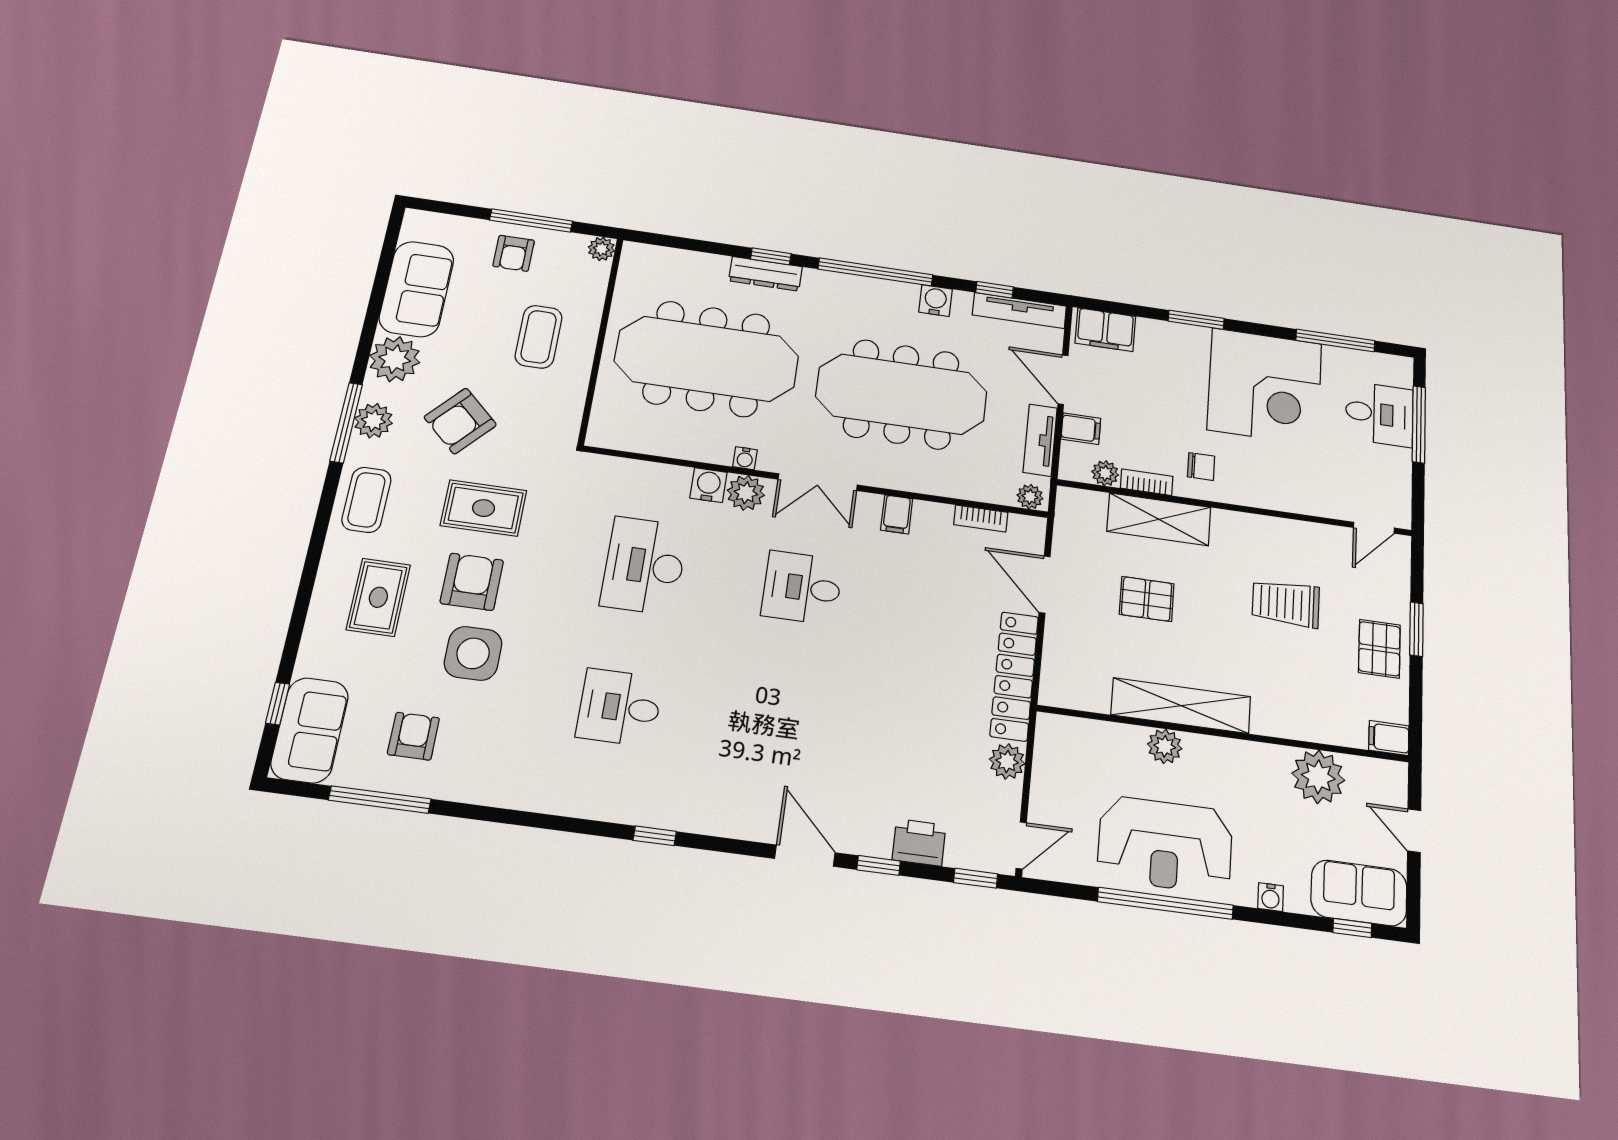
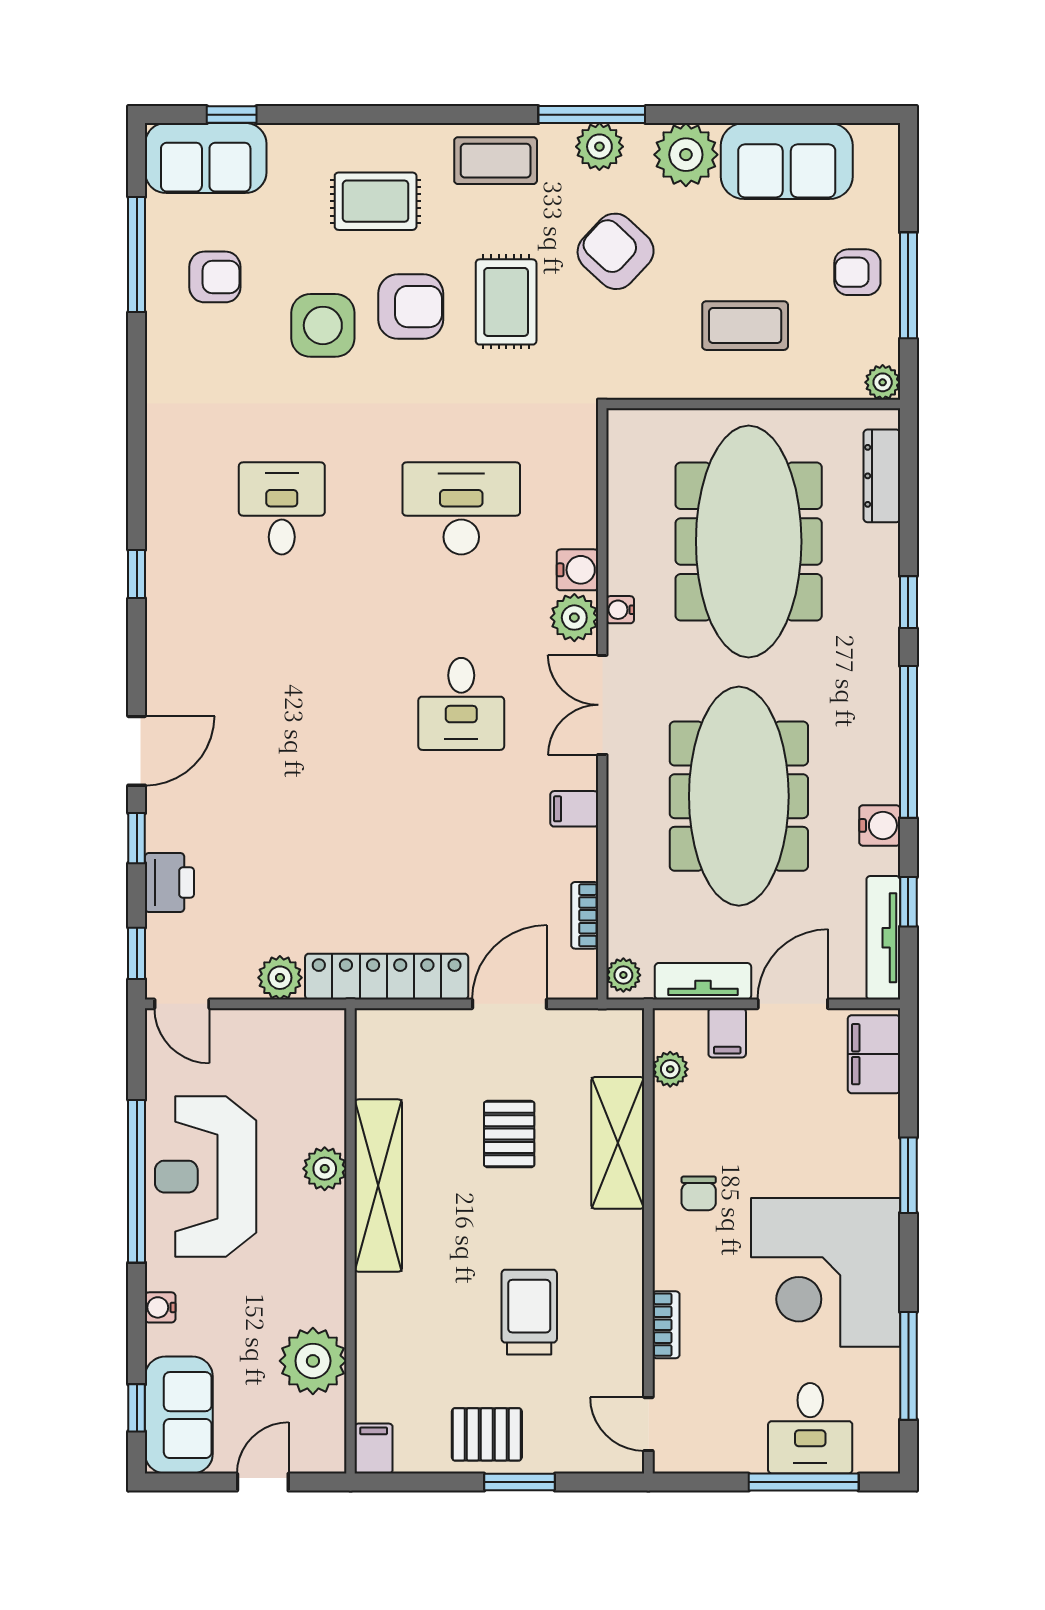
dresser: (765, 274) -> (882, 476), moved
bookcase: (1147, 482) -> (666, 1325), moved
desk: (802, 588) -> (461, 704), turned 180

